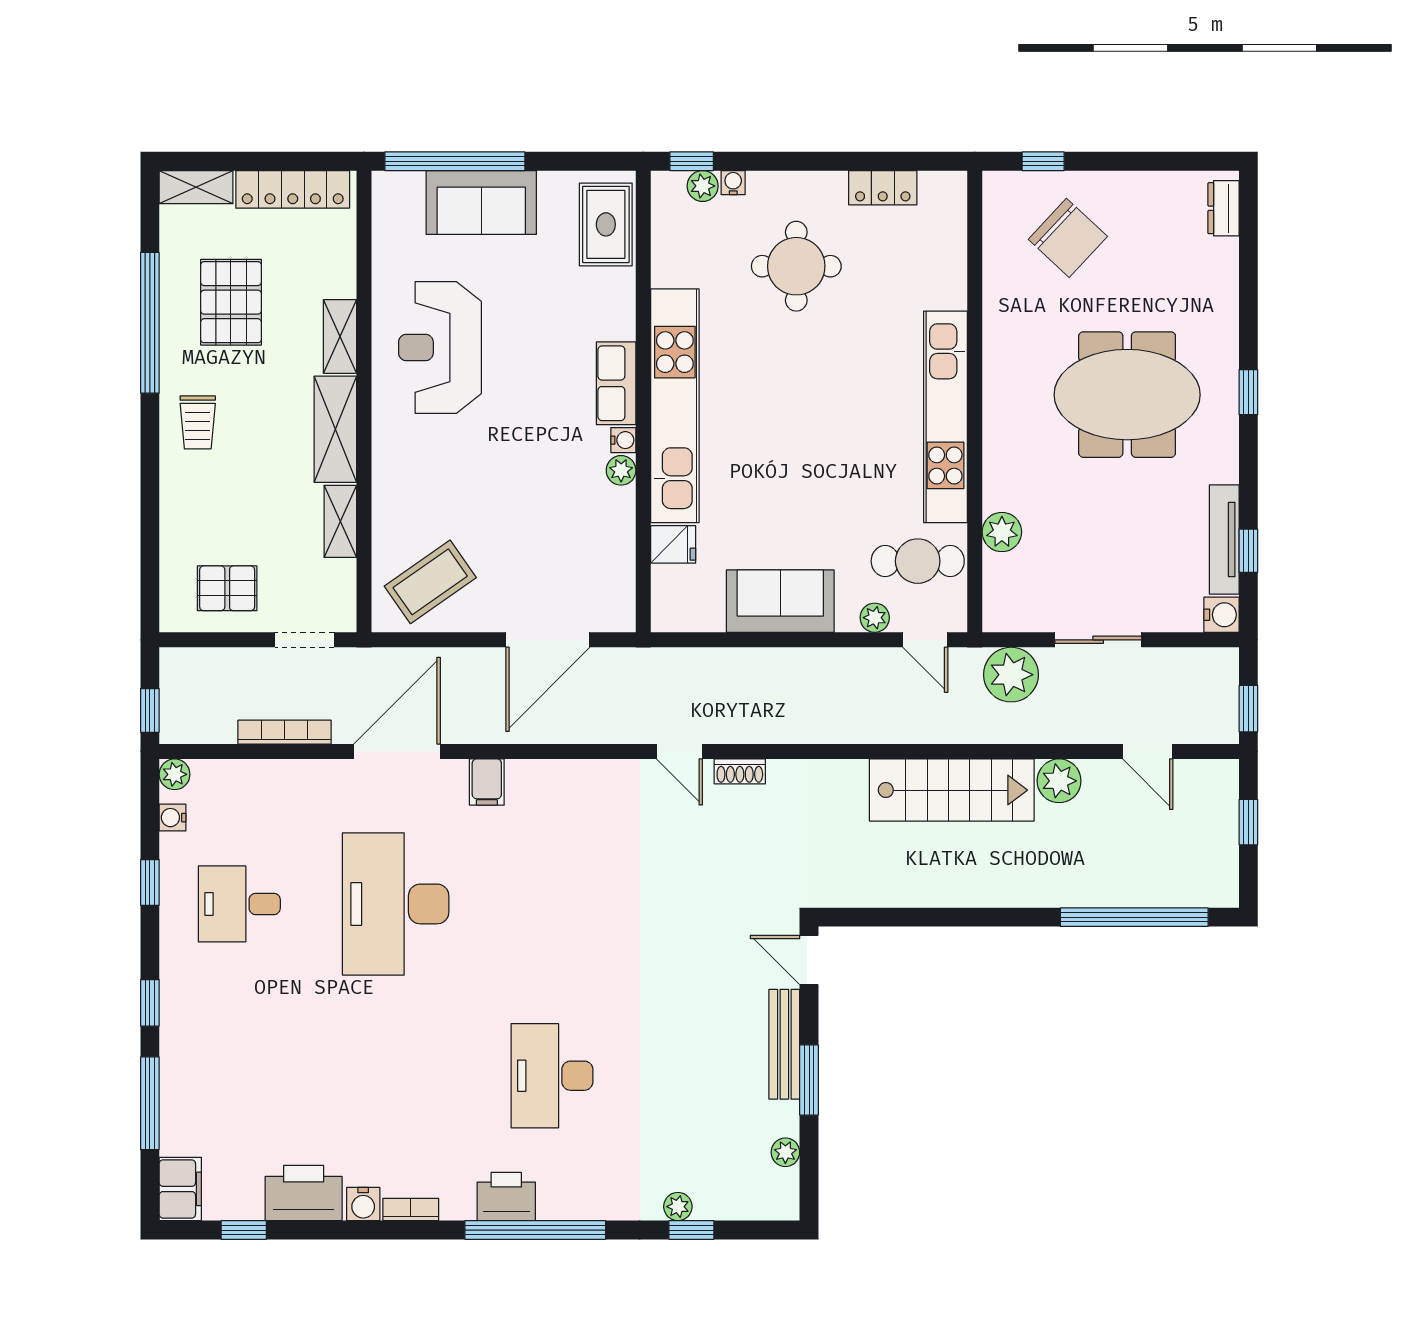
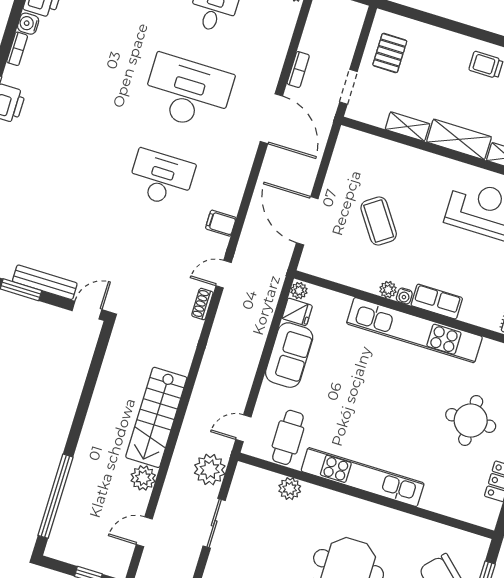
fridge: (673, 544) -> (297, 312), moved, turned -90
coffee table: (430, 582) -> (379, 221), moved
plant: (875, 618) -> (299, 291), moved
bookcase: (285, 732) -> (298, 69), width x0.64
filing cabinet: (487, 782) -> (221, 223), moved
desk: (552, 1076) -> (161, 178), moved

